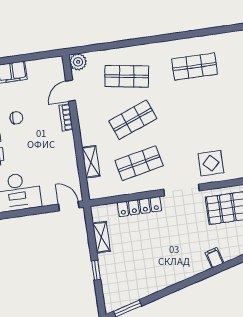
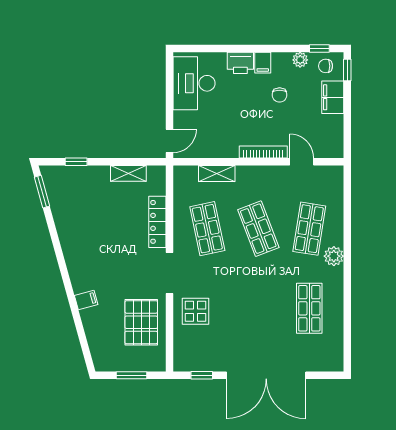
plant: (78, 62) -> (334, 256), moved
bookcase: (66, 117) -> (263, 152), width x1.56
window: (96, 270) -> (76, 162), moved

